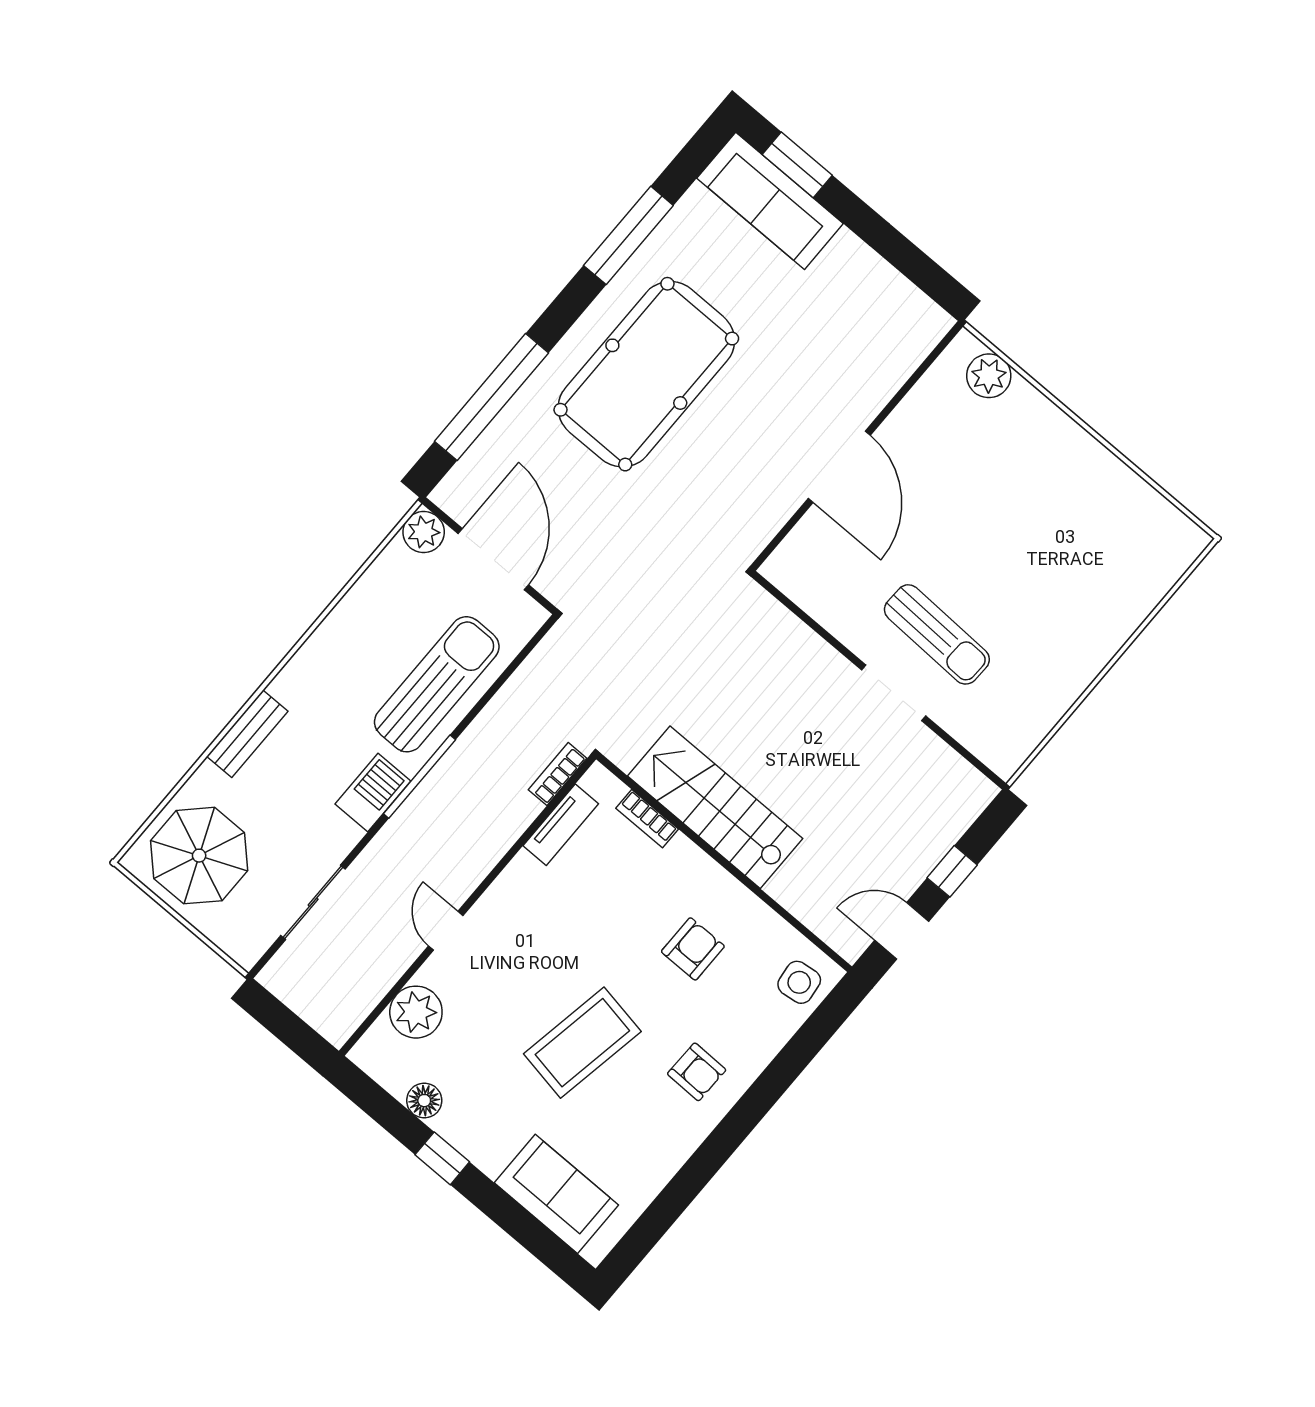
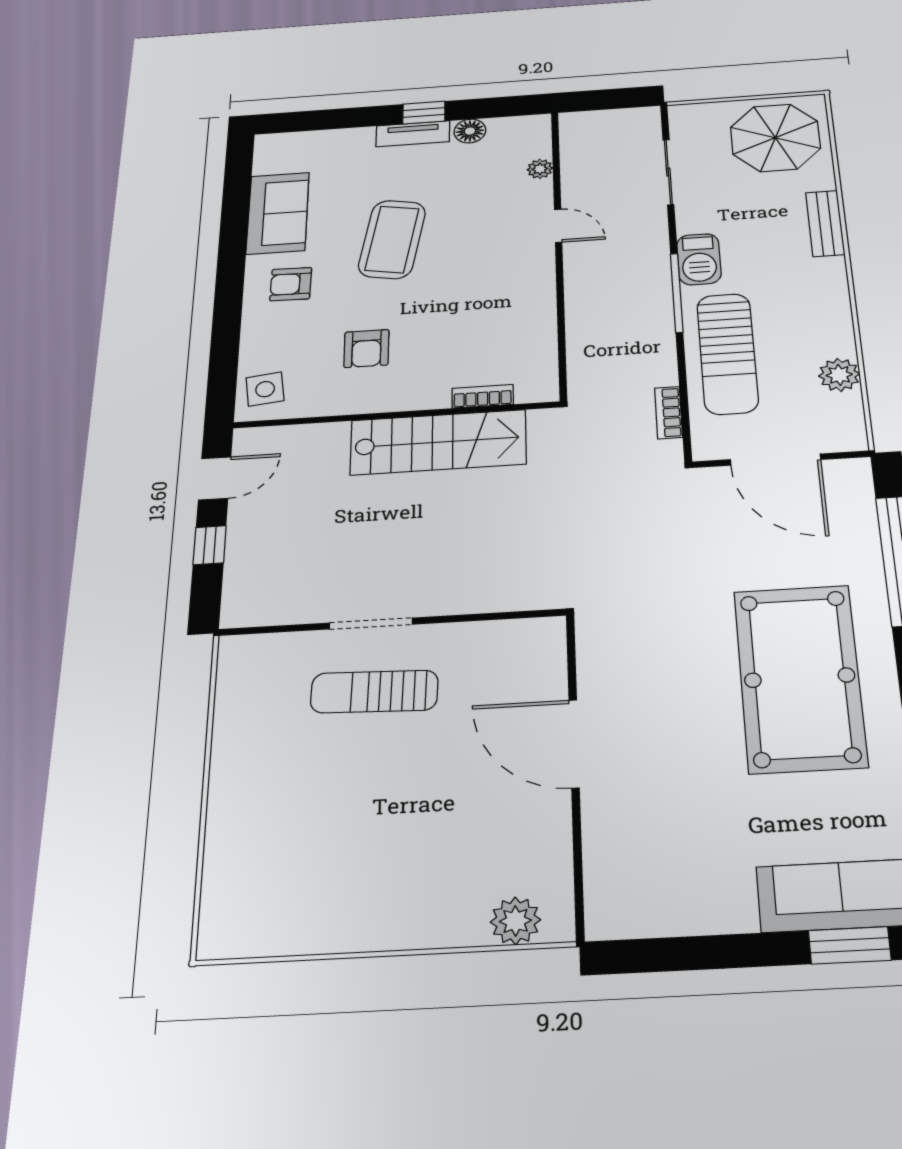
plant: (424, 532) -> (839, 375), moved
bookcase: (558, 774) -> (668, 413), moved, turned 180
tv unit: (561, 825) -> (413, 134), moved, turned -90
plant: (416, 1012) -> (540, 169), width x0.53, depth x0.53
sofa: (556, 1194) -> (278, 213), moved, turned -90

